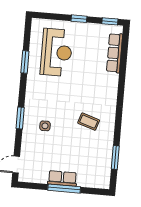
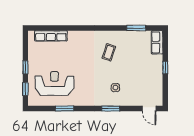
window: (110, 21) -> (25, 89), moved
row of seats: (62, 178) -> (157, 42), moved
window: (64, 189) -> (165, 68), width x0.46

